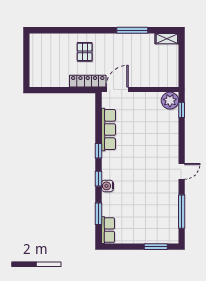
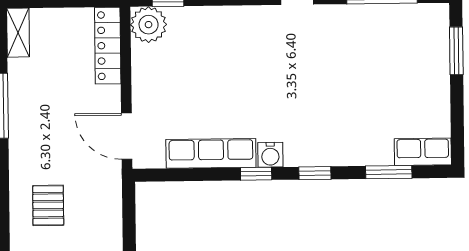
pallet: (85, 52) -> (48, 205), turned 90
locker: (88, 81) -> (108, 46), moved
water cooler: (107, 186) -> (270, 155), moved

